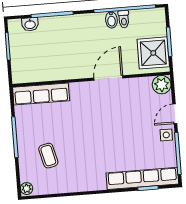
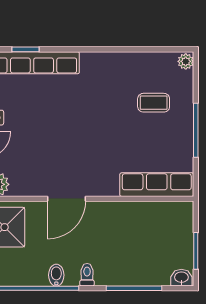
toilet: (124, 19) -> (87, 275), moved
washbasin: (30, 24) -> (181, 278), moved
coffee table: (48, 156) -> (154, 103), turned -76

